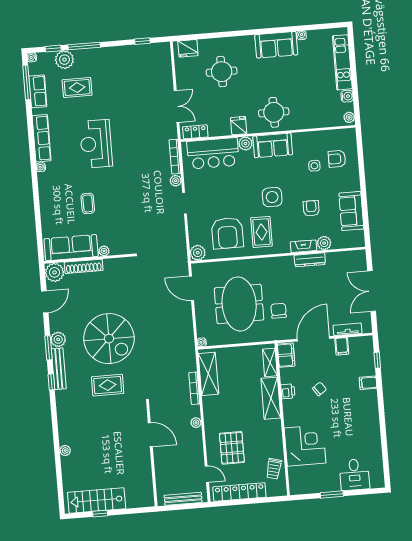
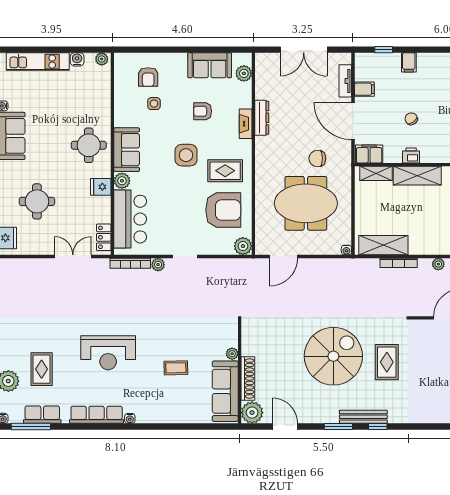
plant: (324, 243) -> (244, 73), moved
plant: (58, 339) -> (330, 415), removed

